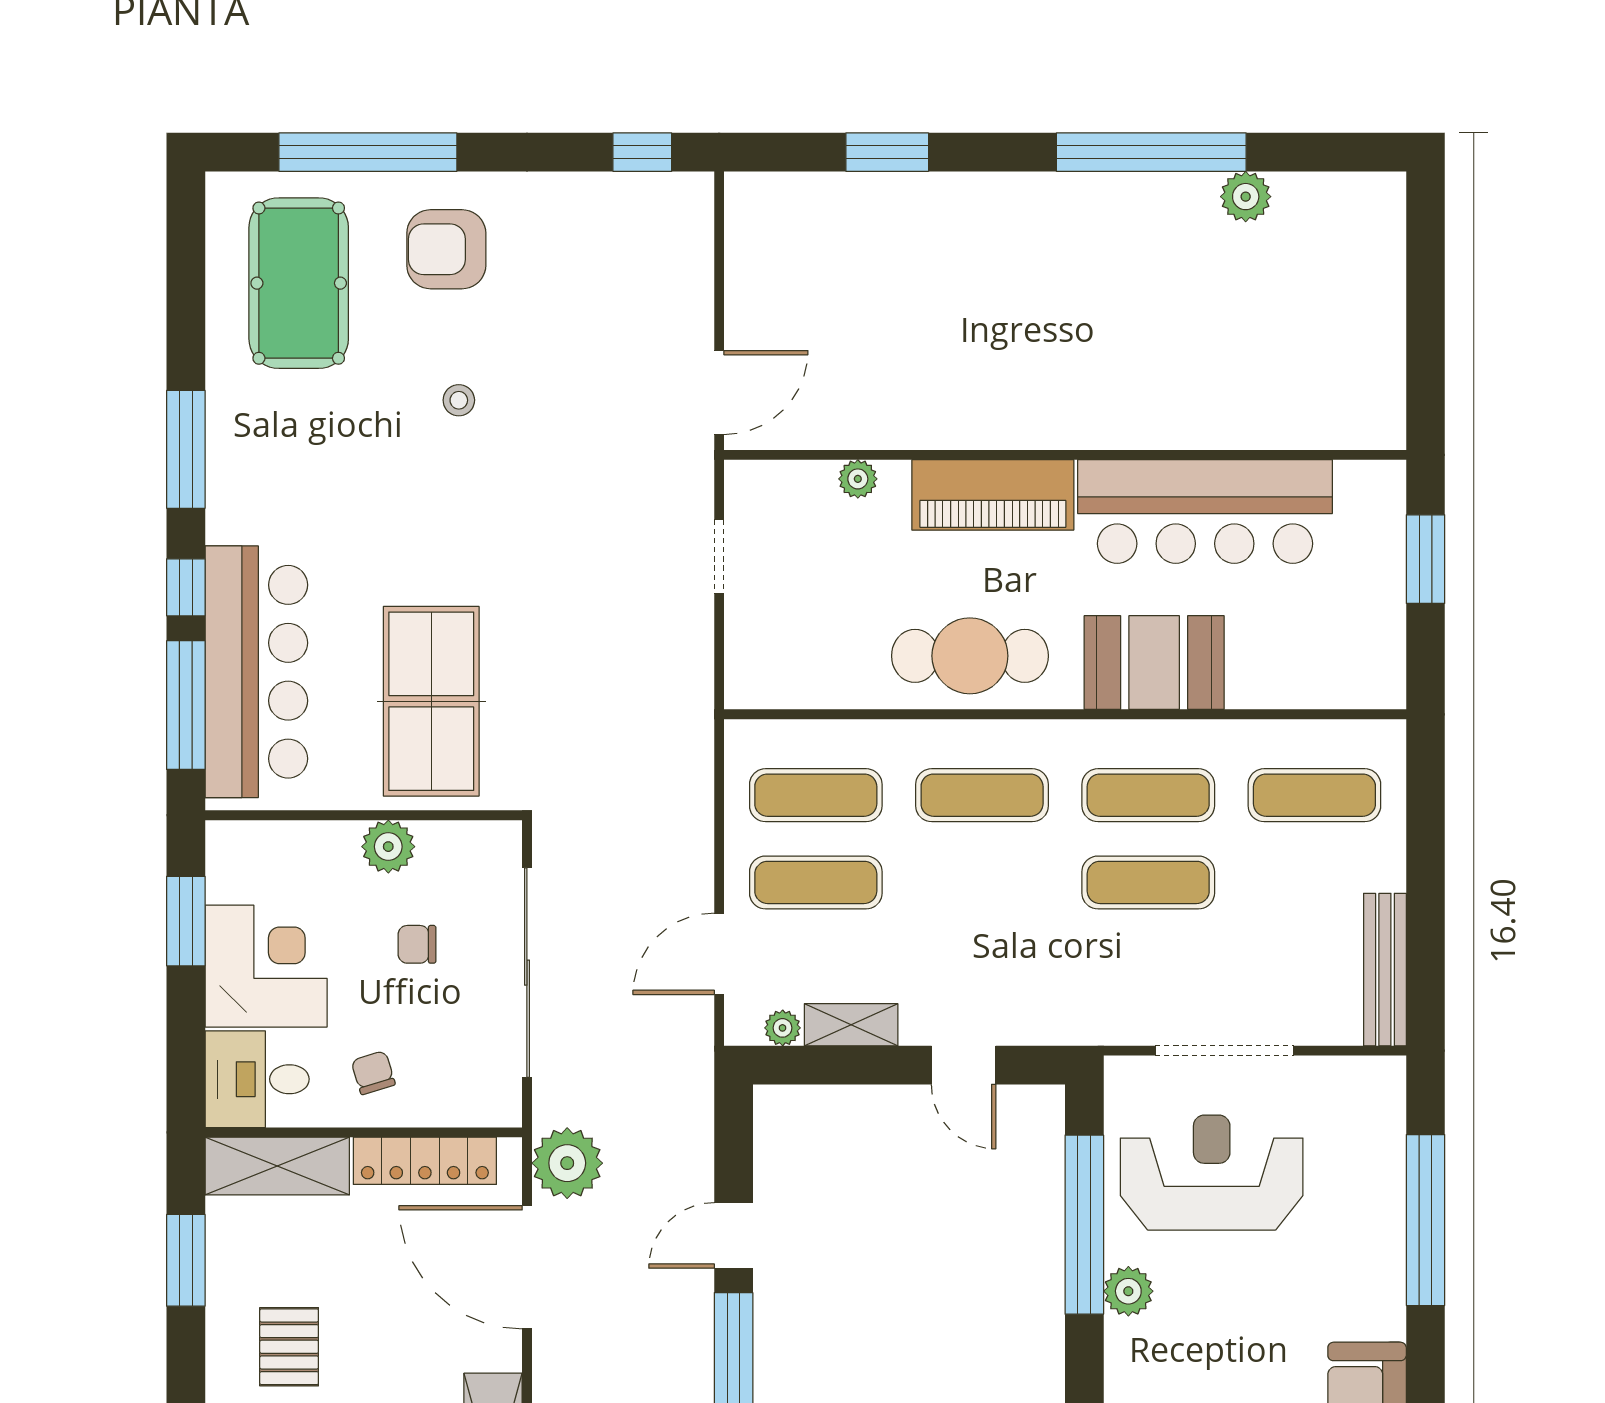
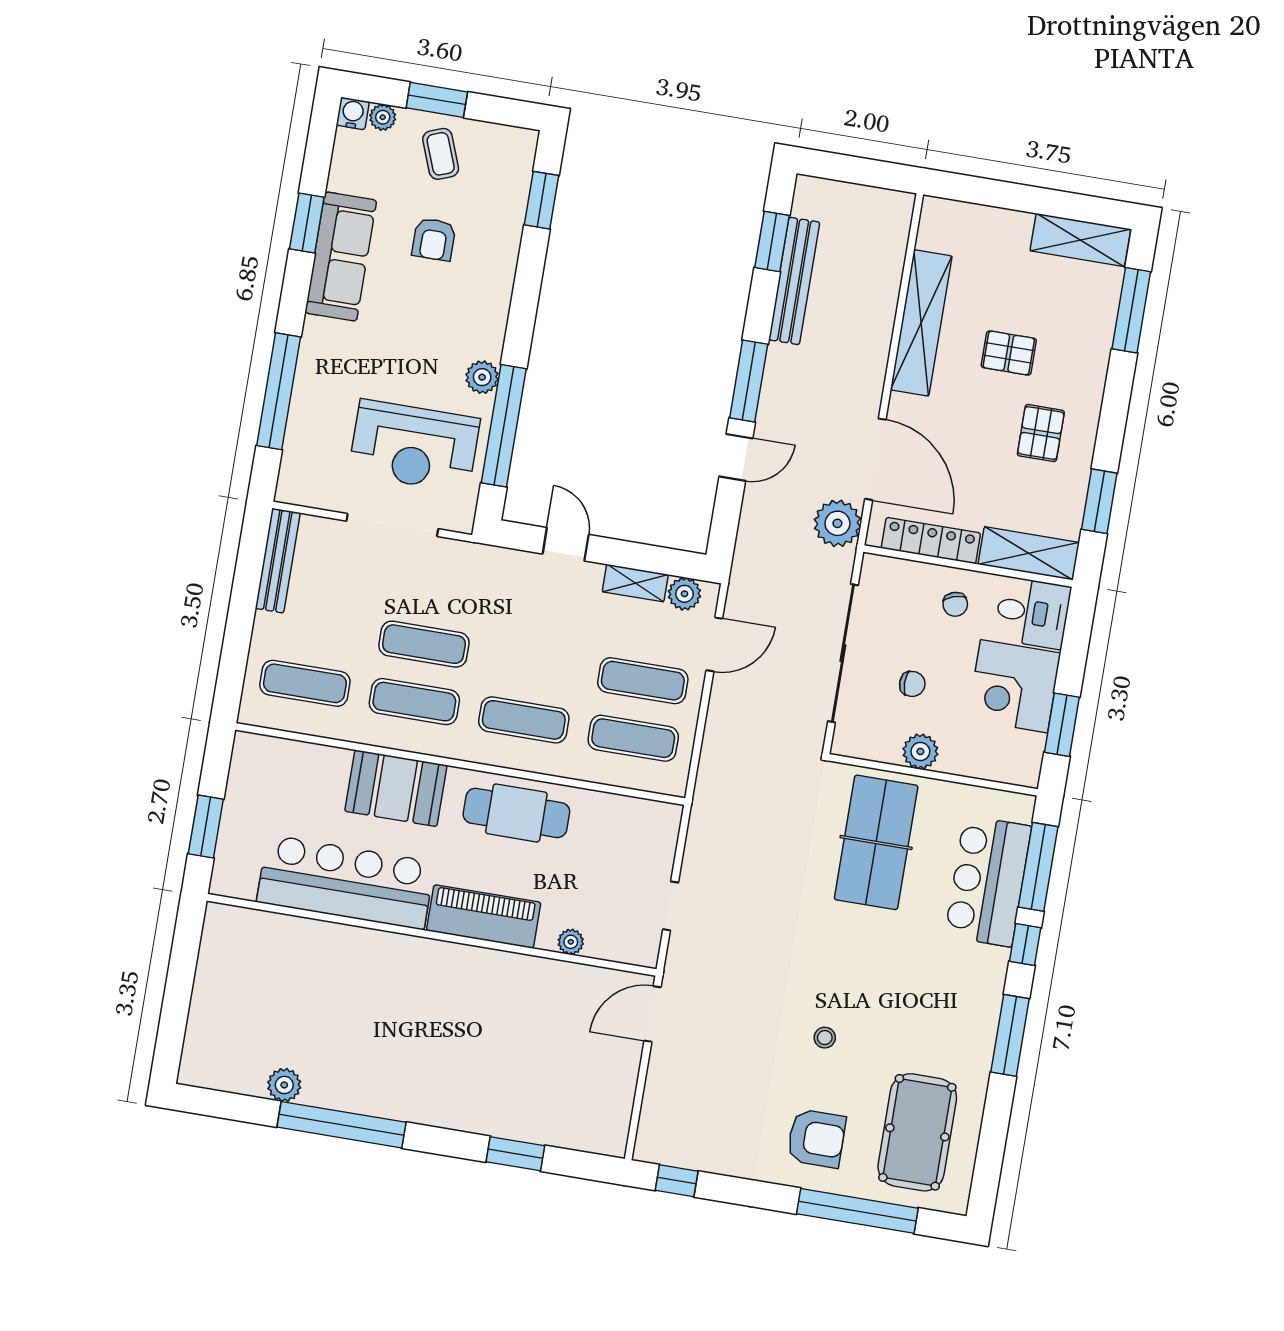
bar counter: (256, 672) -> (988, 881), width x0.73
plant: (783, 1028) -> (684, 594), width x1.38, depth x1.38

